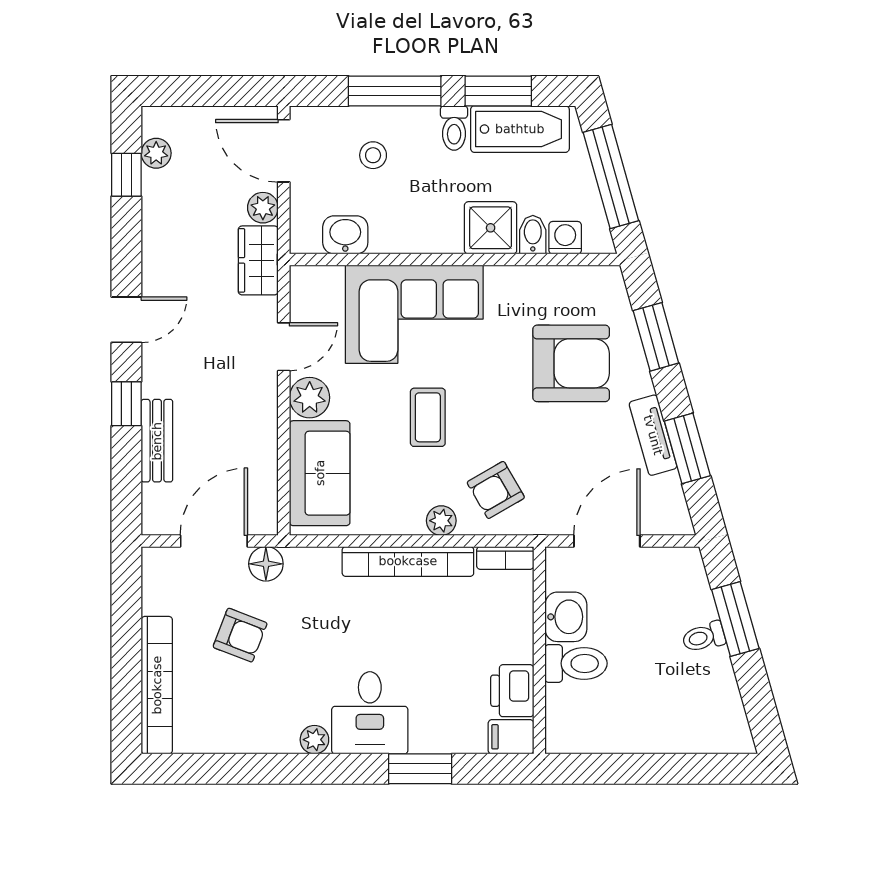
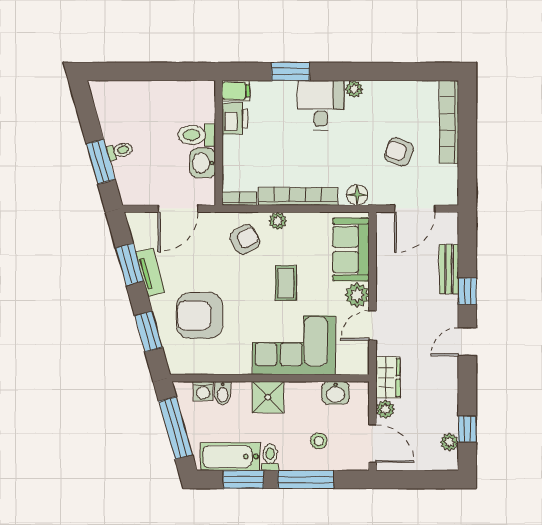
shower: (491, 228) -> (268, 397), moved
floor lamp: (266, 564) -> (357, 195), moved

